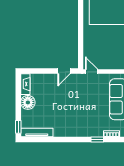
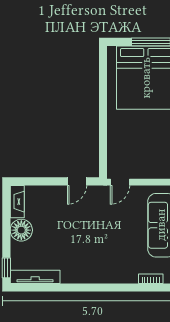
door: (92, 71) -> (120, 182), swing flipped
window: (97, 139) -> (129, 288), removed

